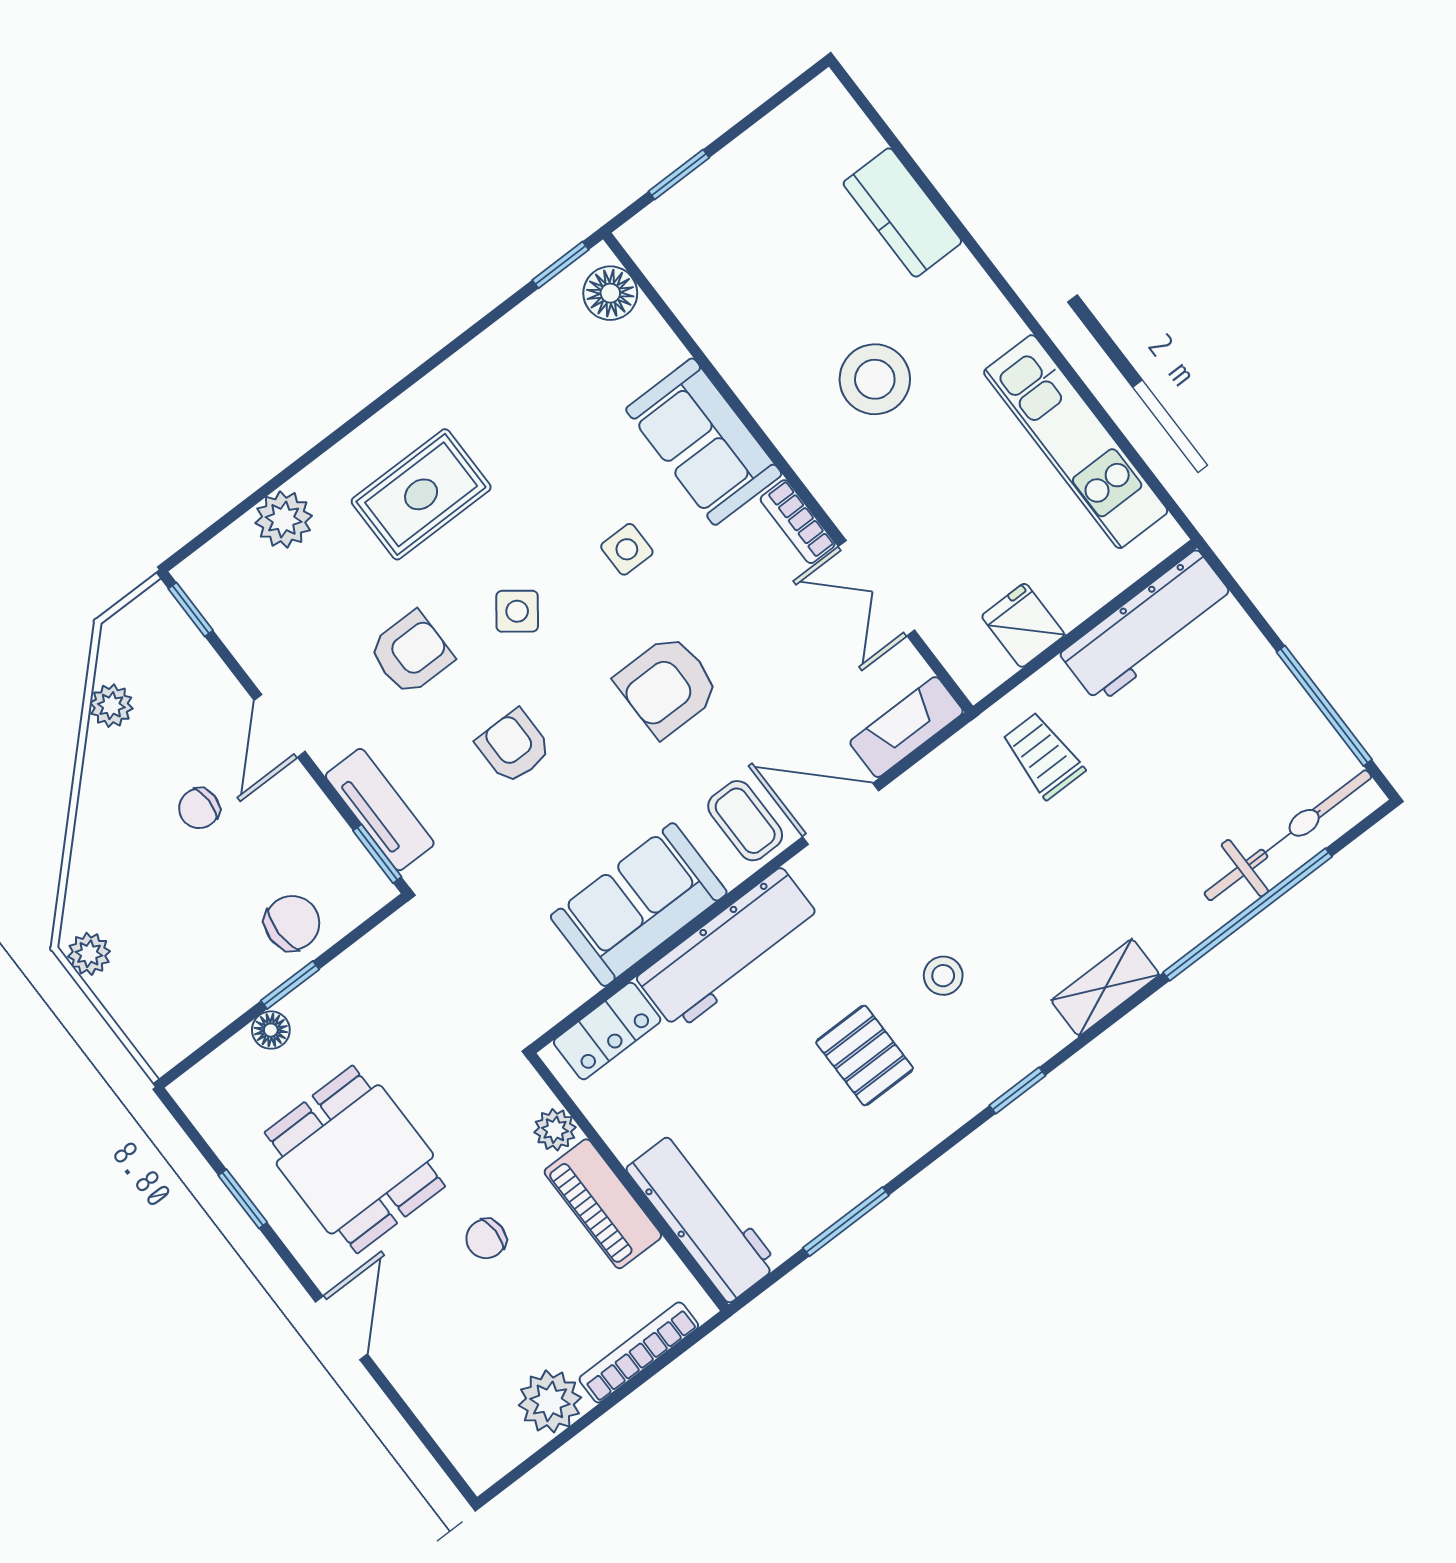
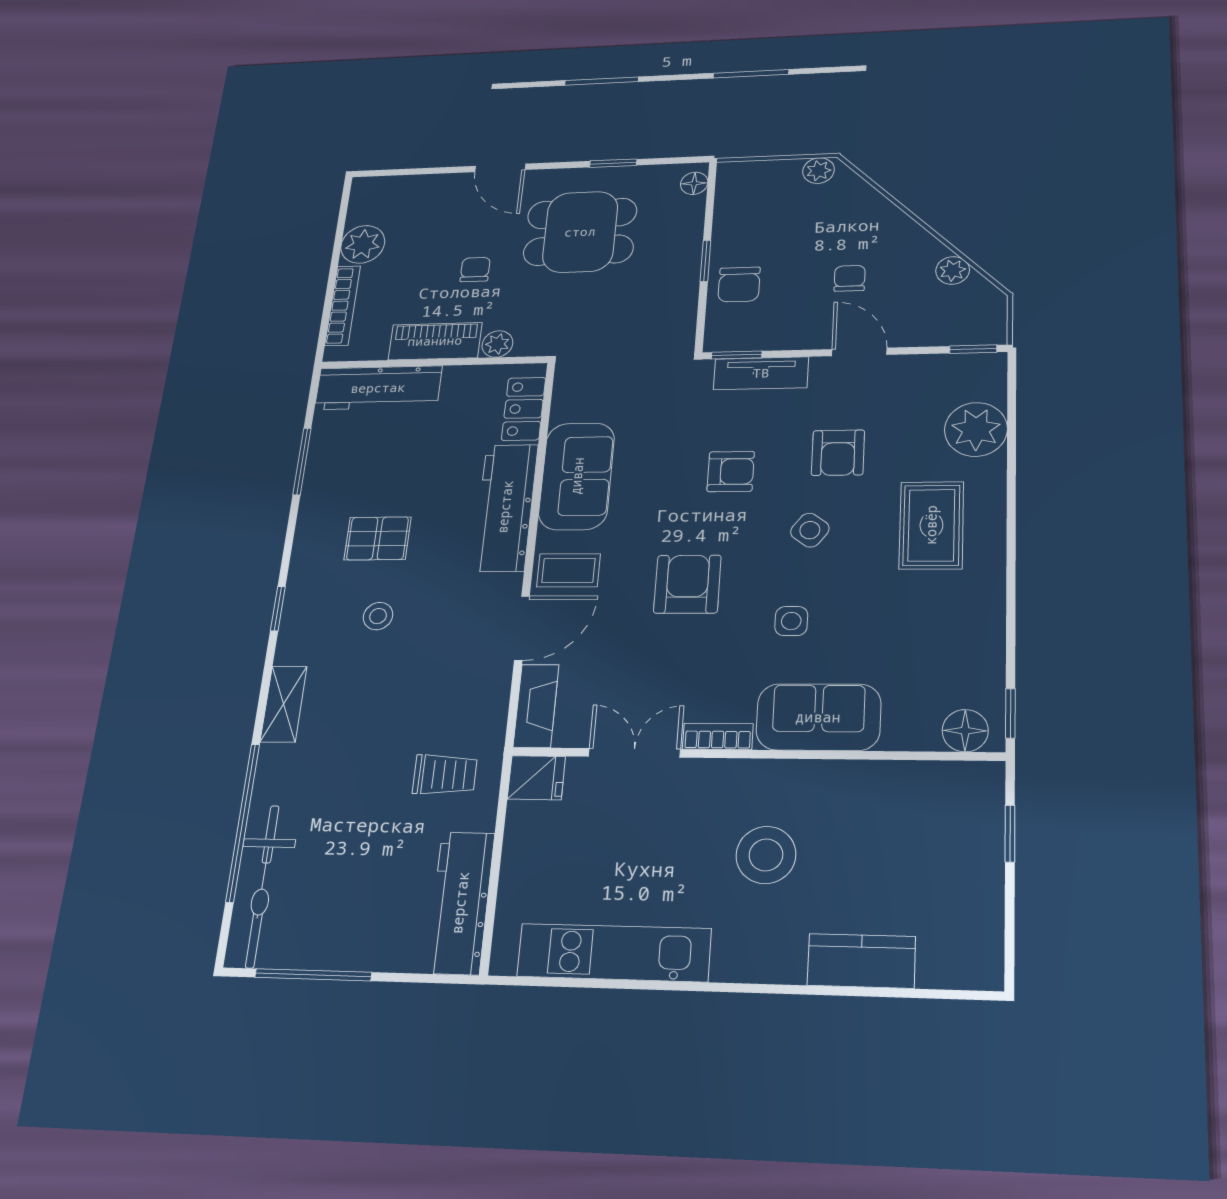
plant: (284, 519) -> (976, 429), width x1.36, depth x1.36
fridge: (1023, 625) -> (536, 778), moved
floor lamp: (271, 1030) -> (694, 183), moved

